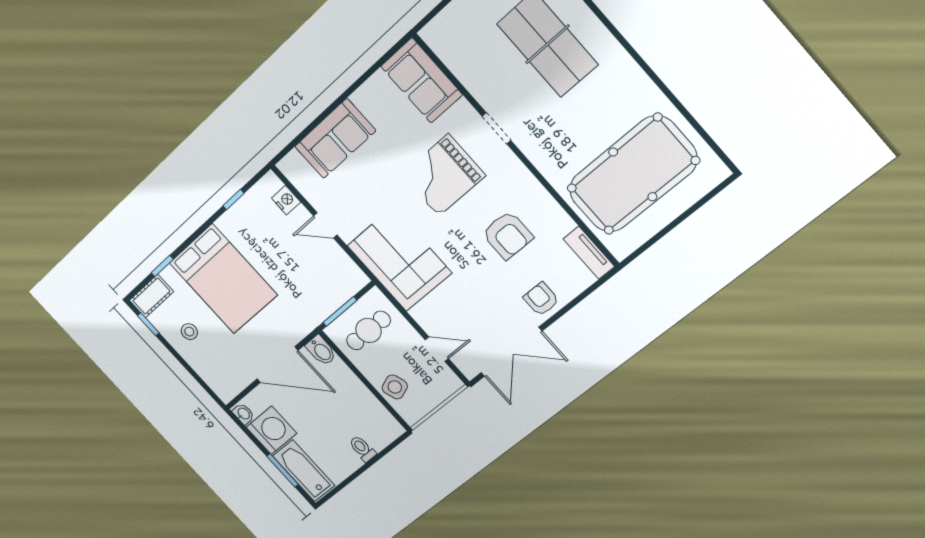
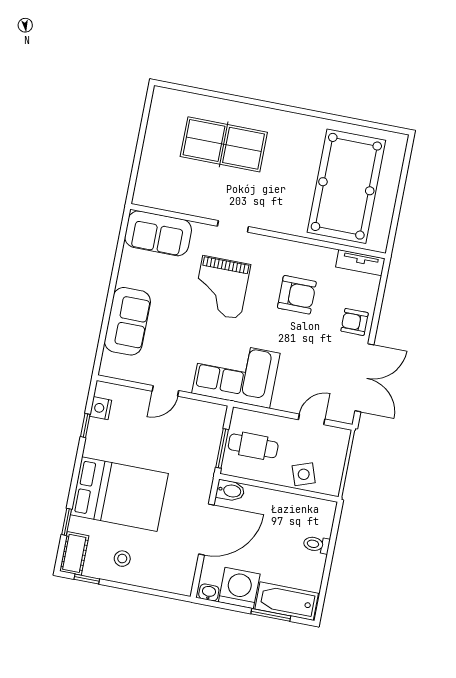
nightstand: (286, 200) -> (101, 408), moved, turned -90
cafe table: (369, 330) -> (253, 446), turned 90

